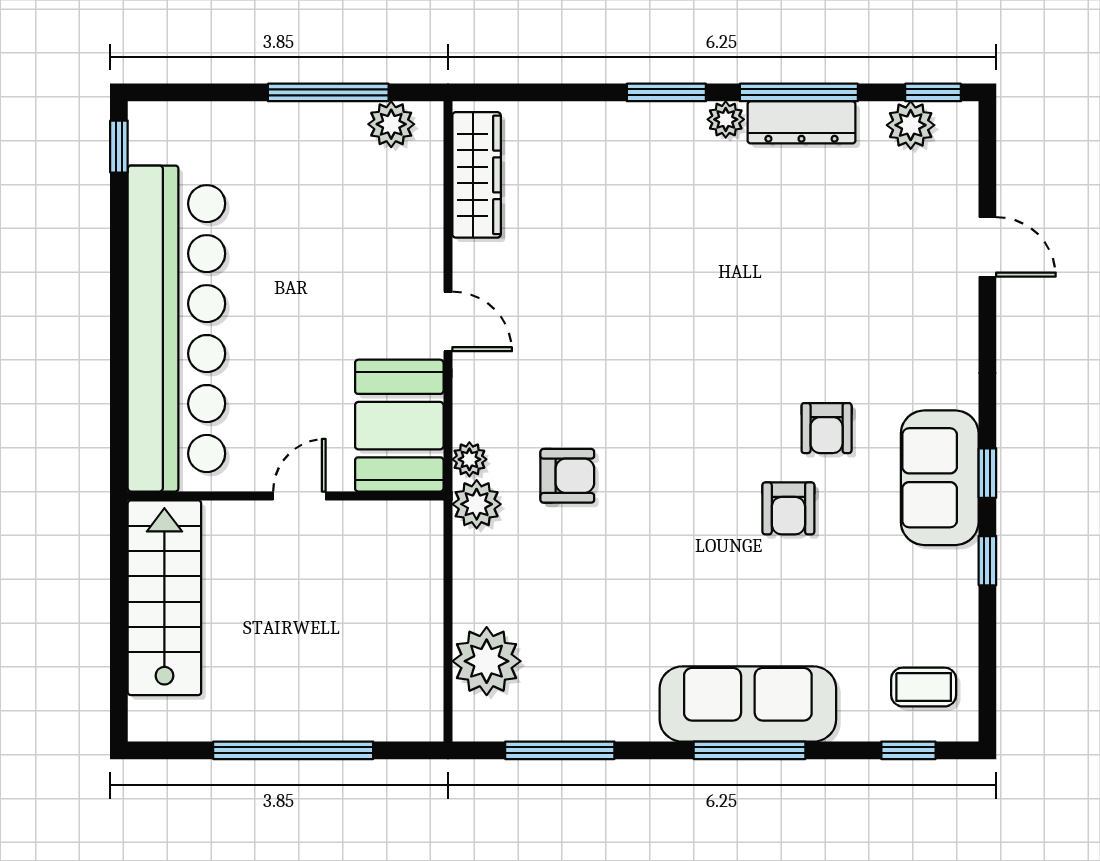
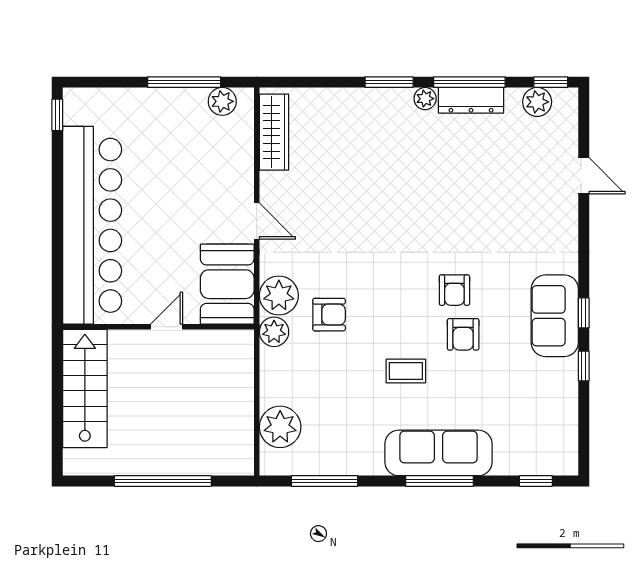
armchair: (827, 428) -> (454, 290), moved
plant: (469, 459) -> (279, 295), width x1.87, depth x1.87
coffee table: (924, 687) -> (406, 371), moved

